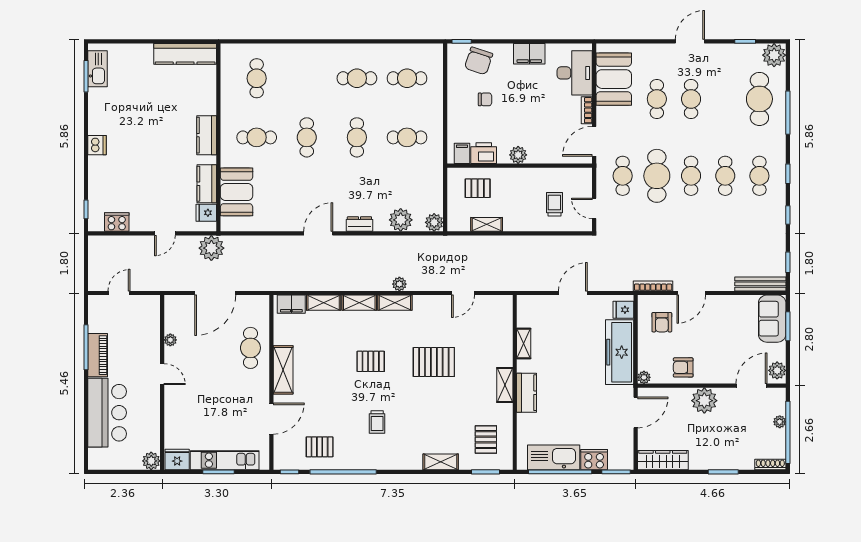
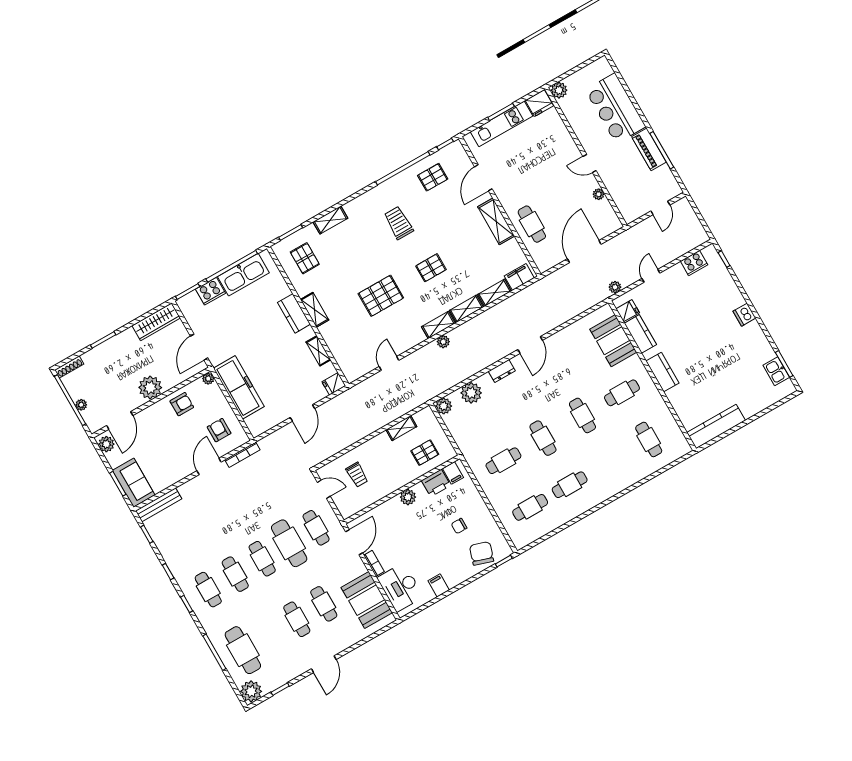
filing cabinet: (529, 54) -> (439, 585), width x0.50
kitchen sink: (98, 69) -> (776, 371), width x0.73
plant: (211, 248) -> (615, 287), width x0.53, depth x0.53
fridge: (623, 310) -> (334, 384), moved, turned 180
trolley: (377, 422) -> (399, 223), width x1.36, depth x1.39

